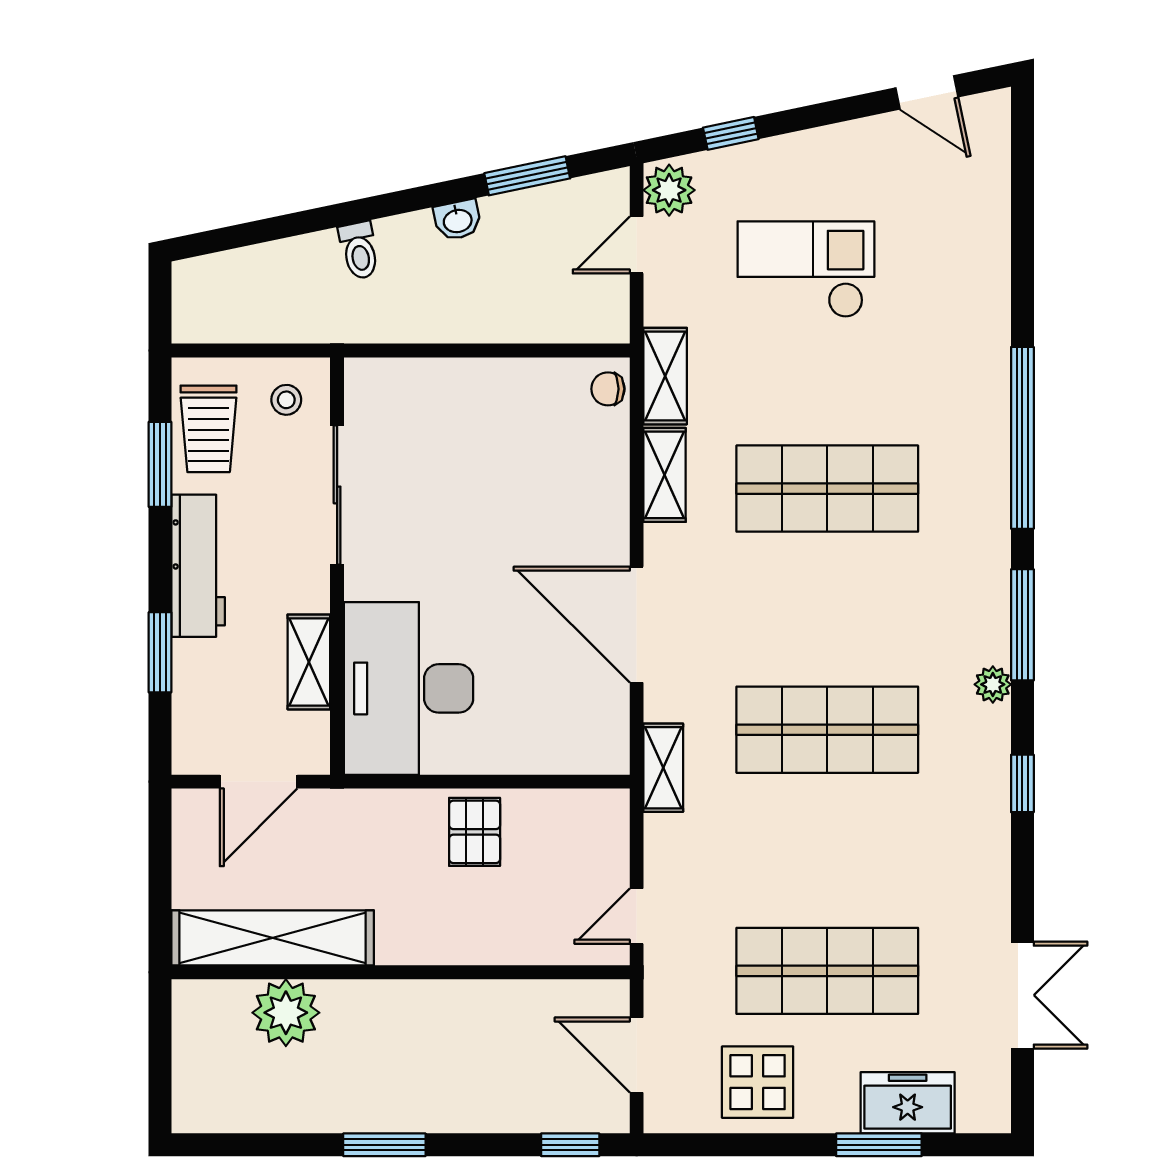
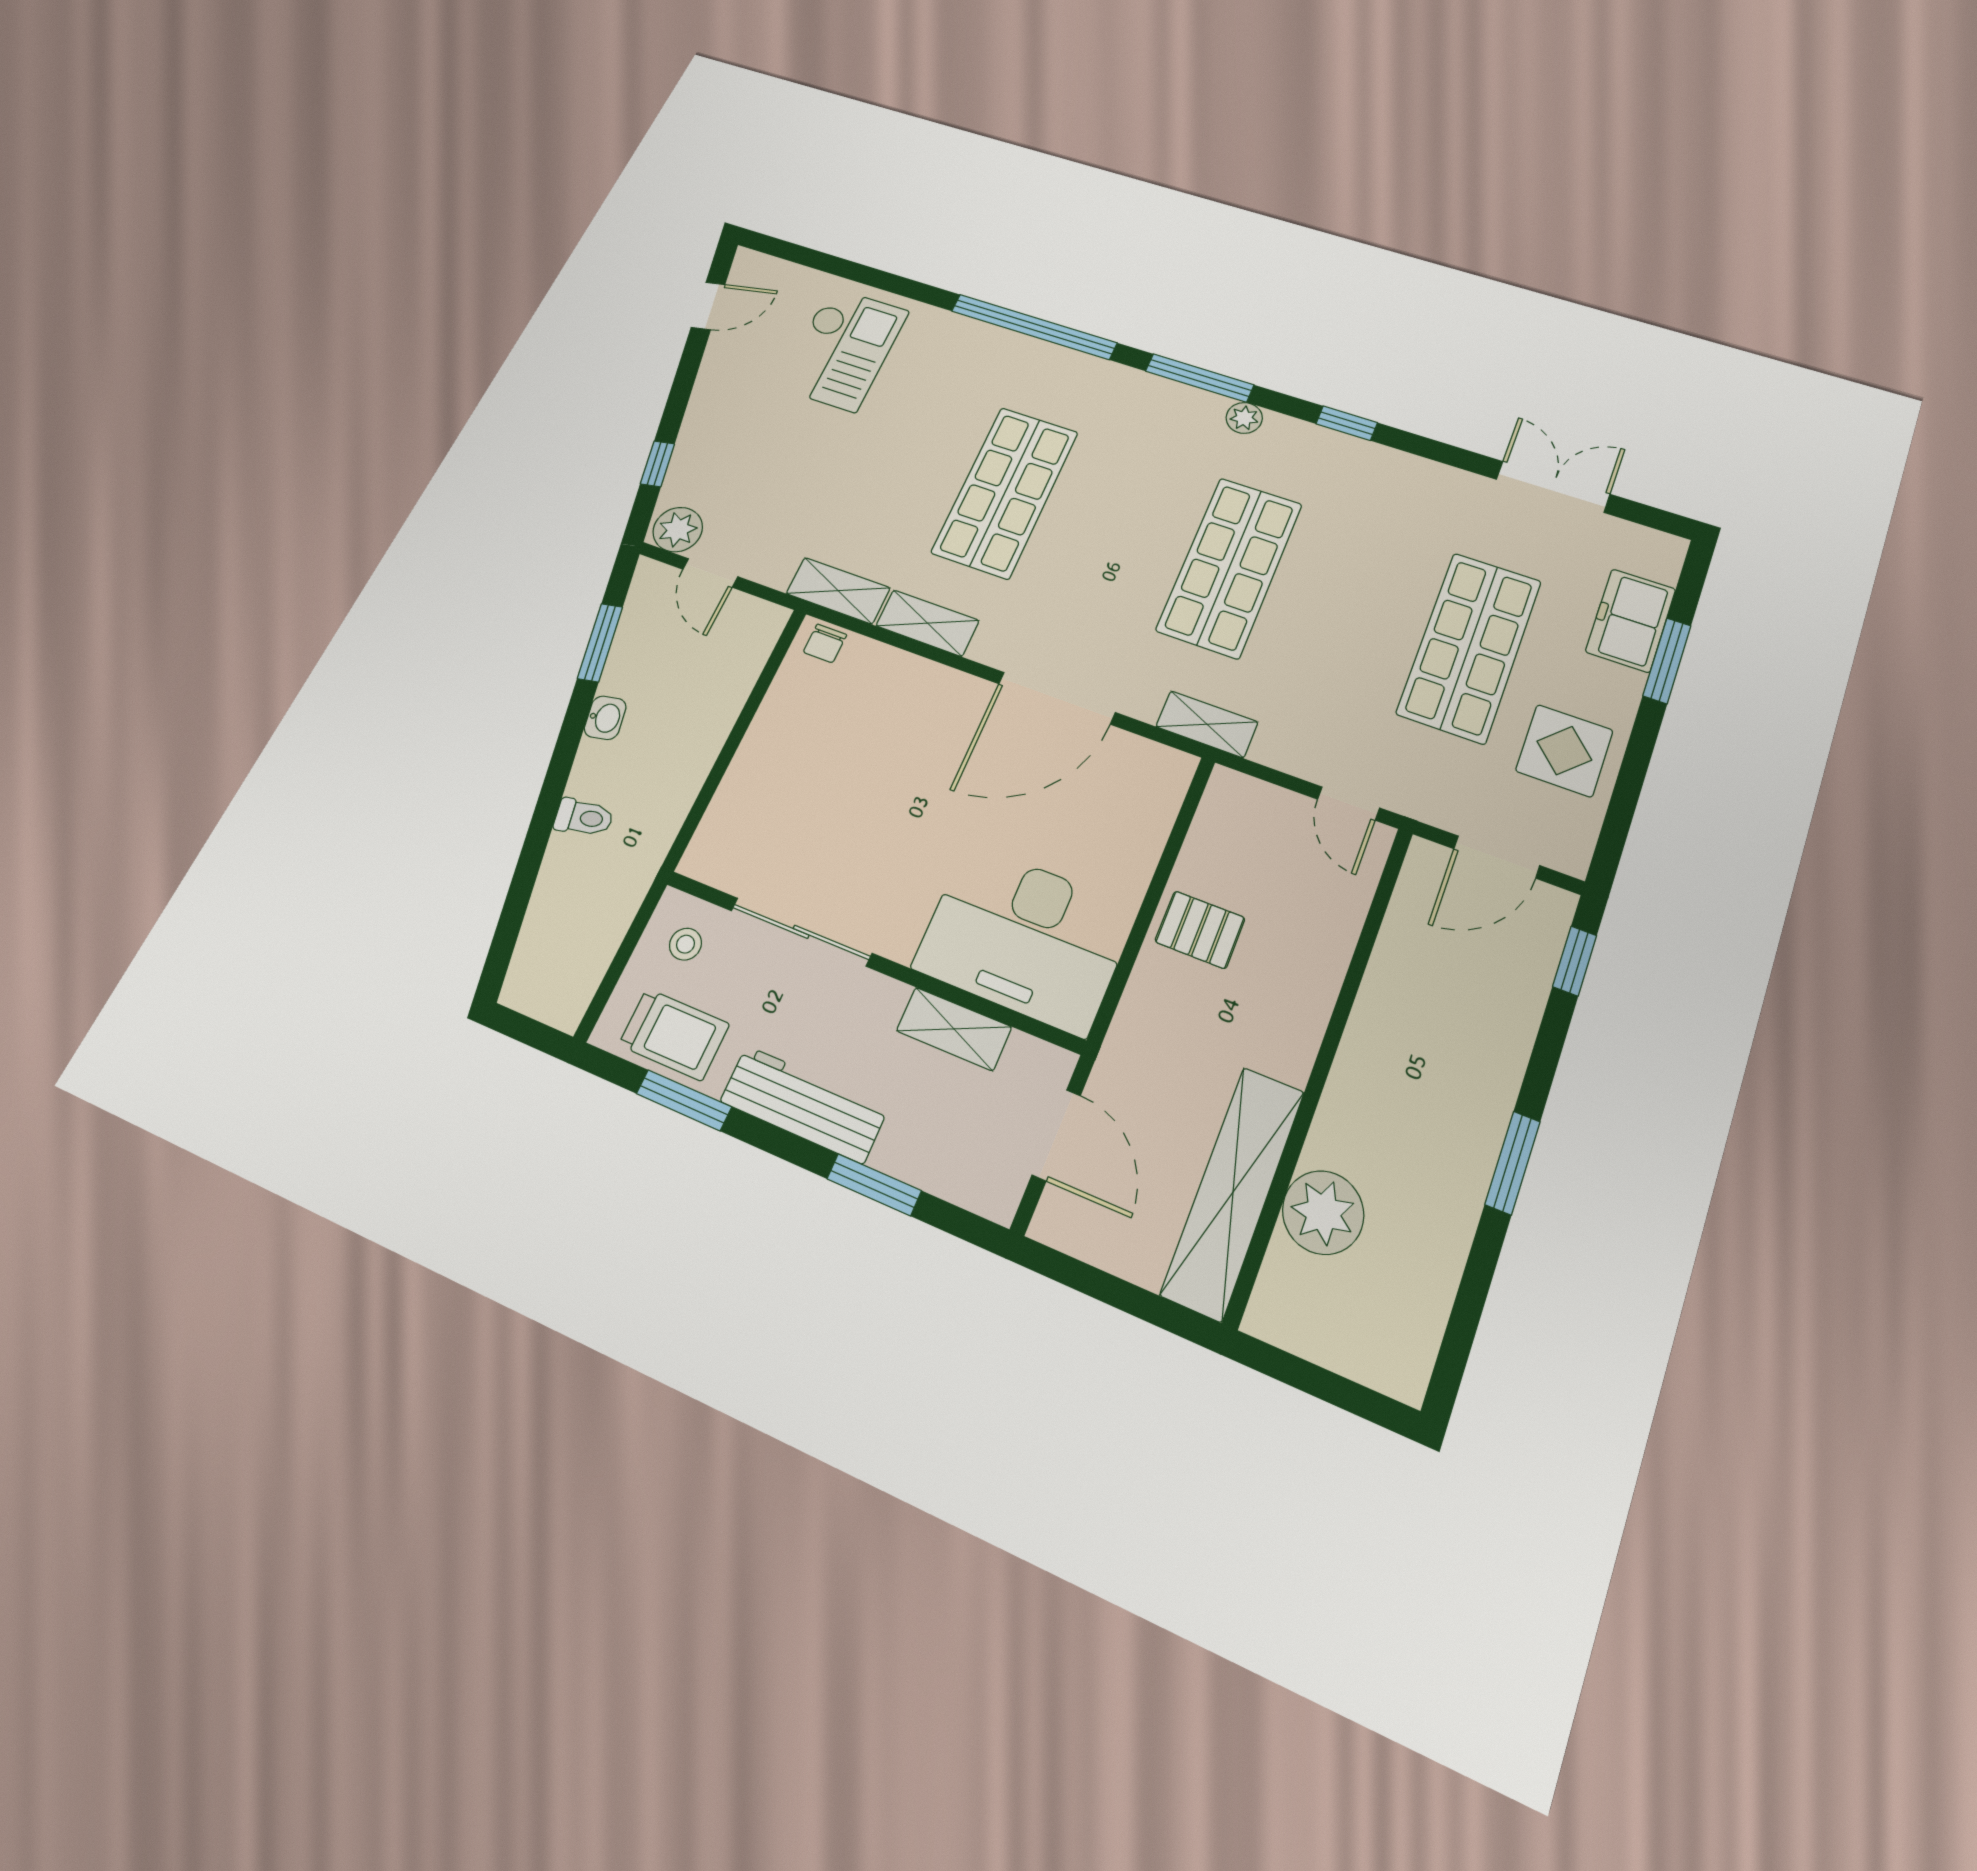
checkout: (806, 269) -> (843, 349), moved, turned 180

